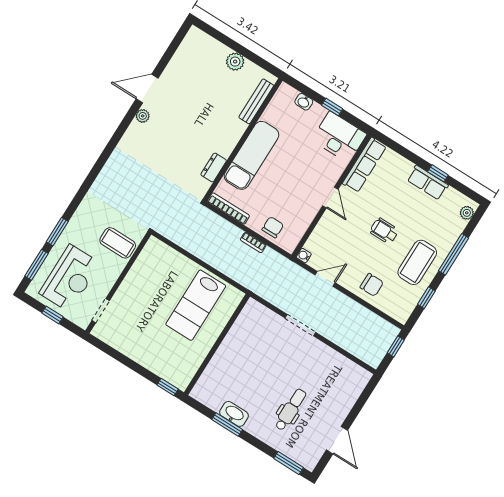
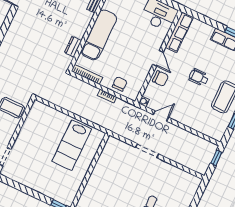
plant: (143, 116) -> (19, 16), removed
chair: (372, 285) -> (160, 78), moved

